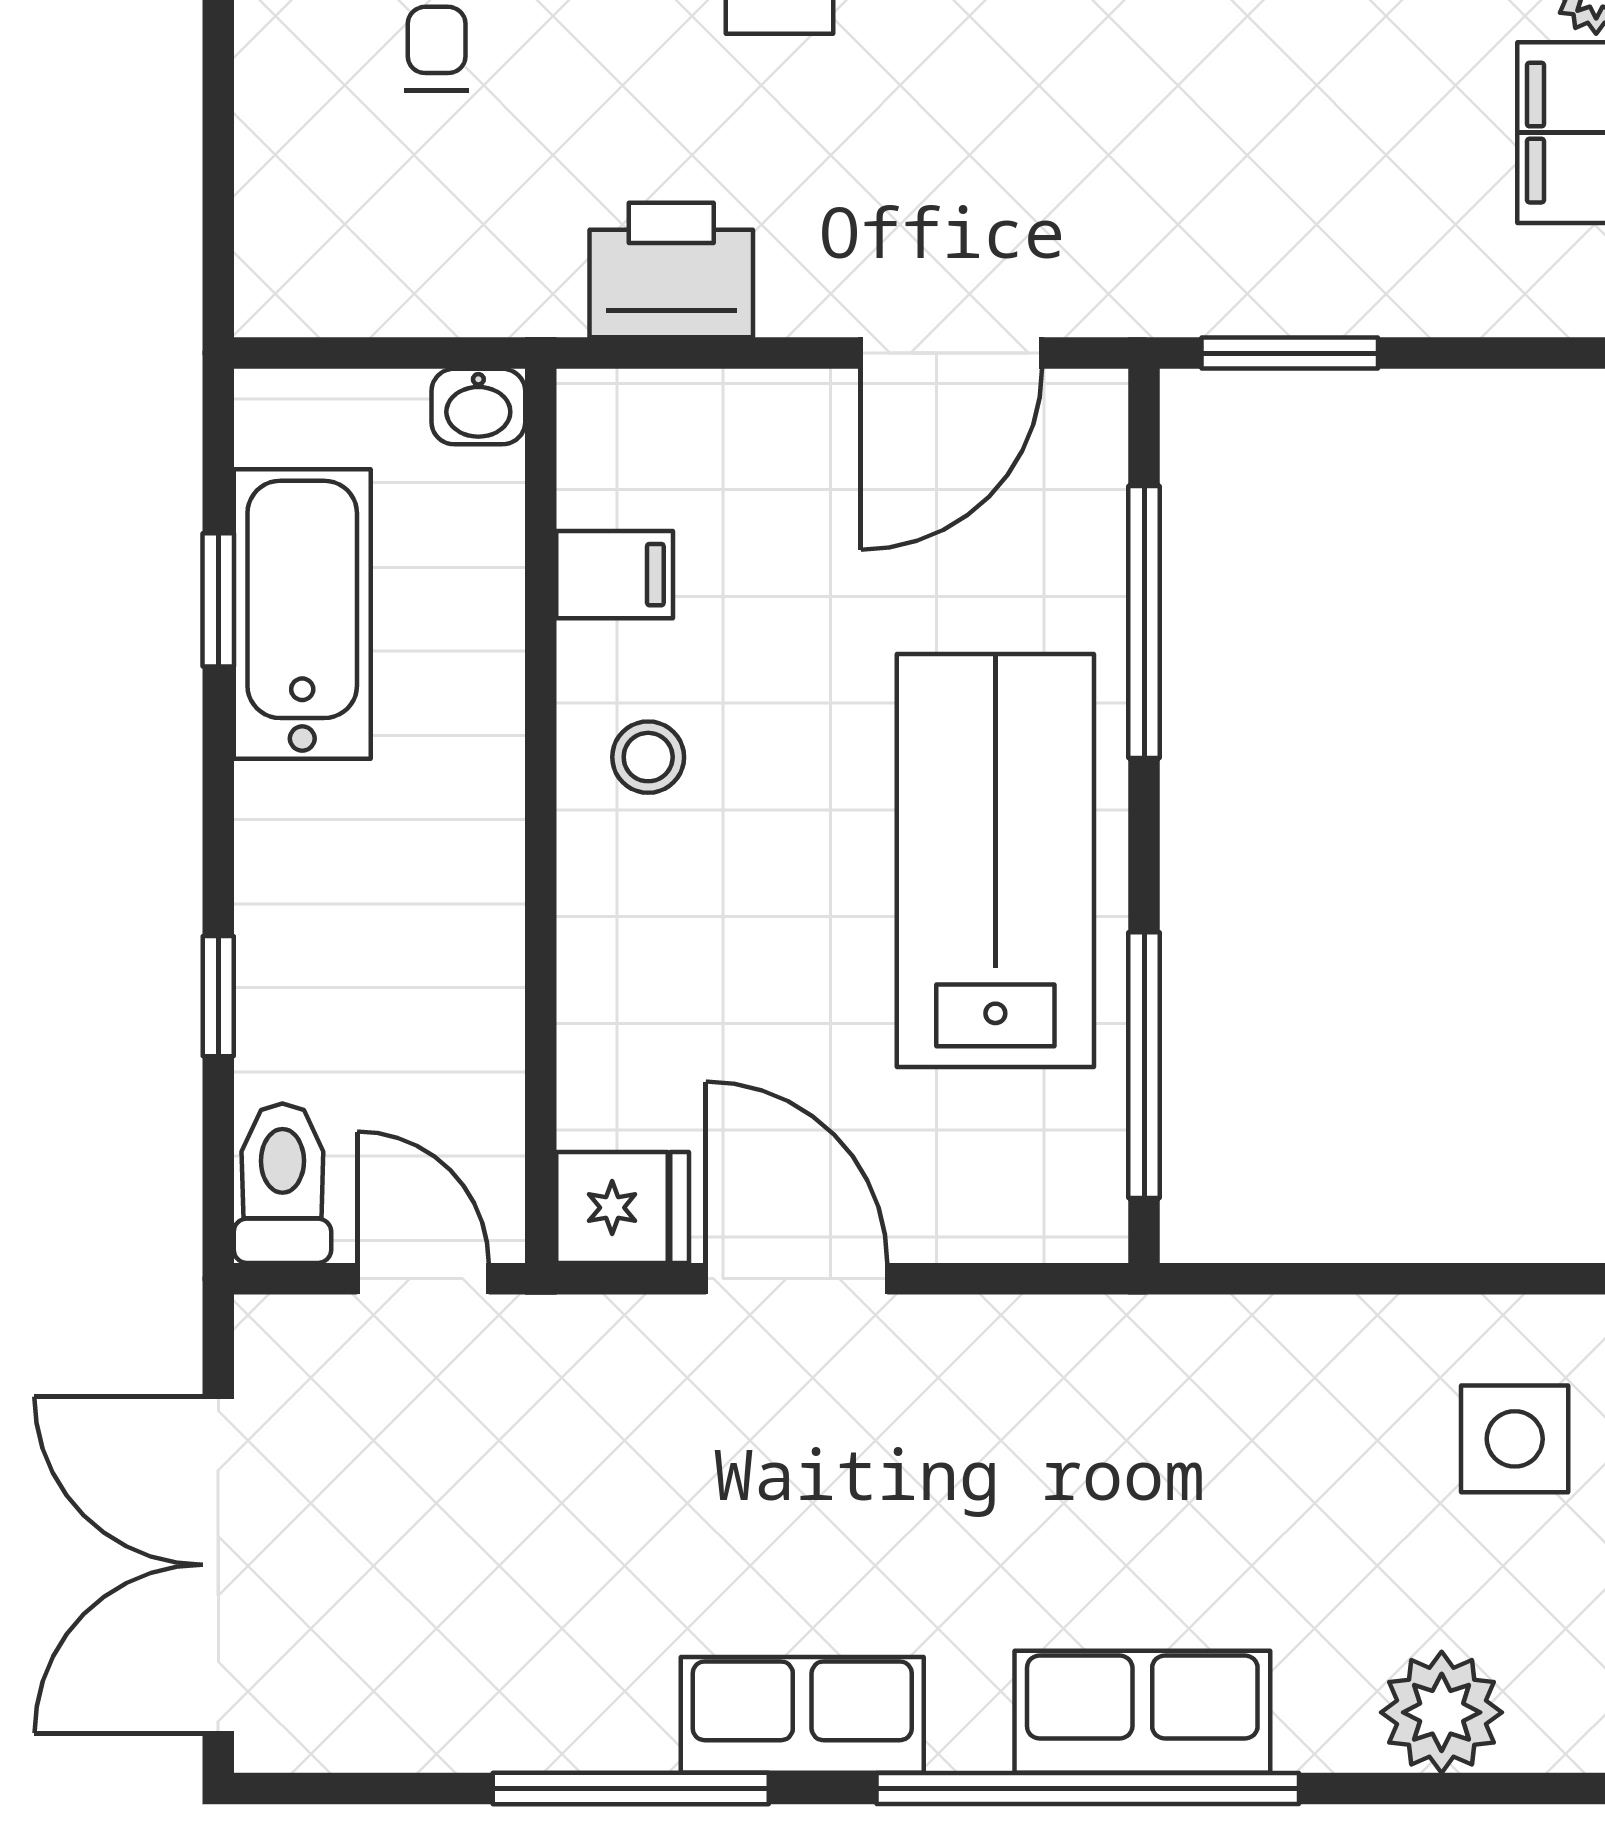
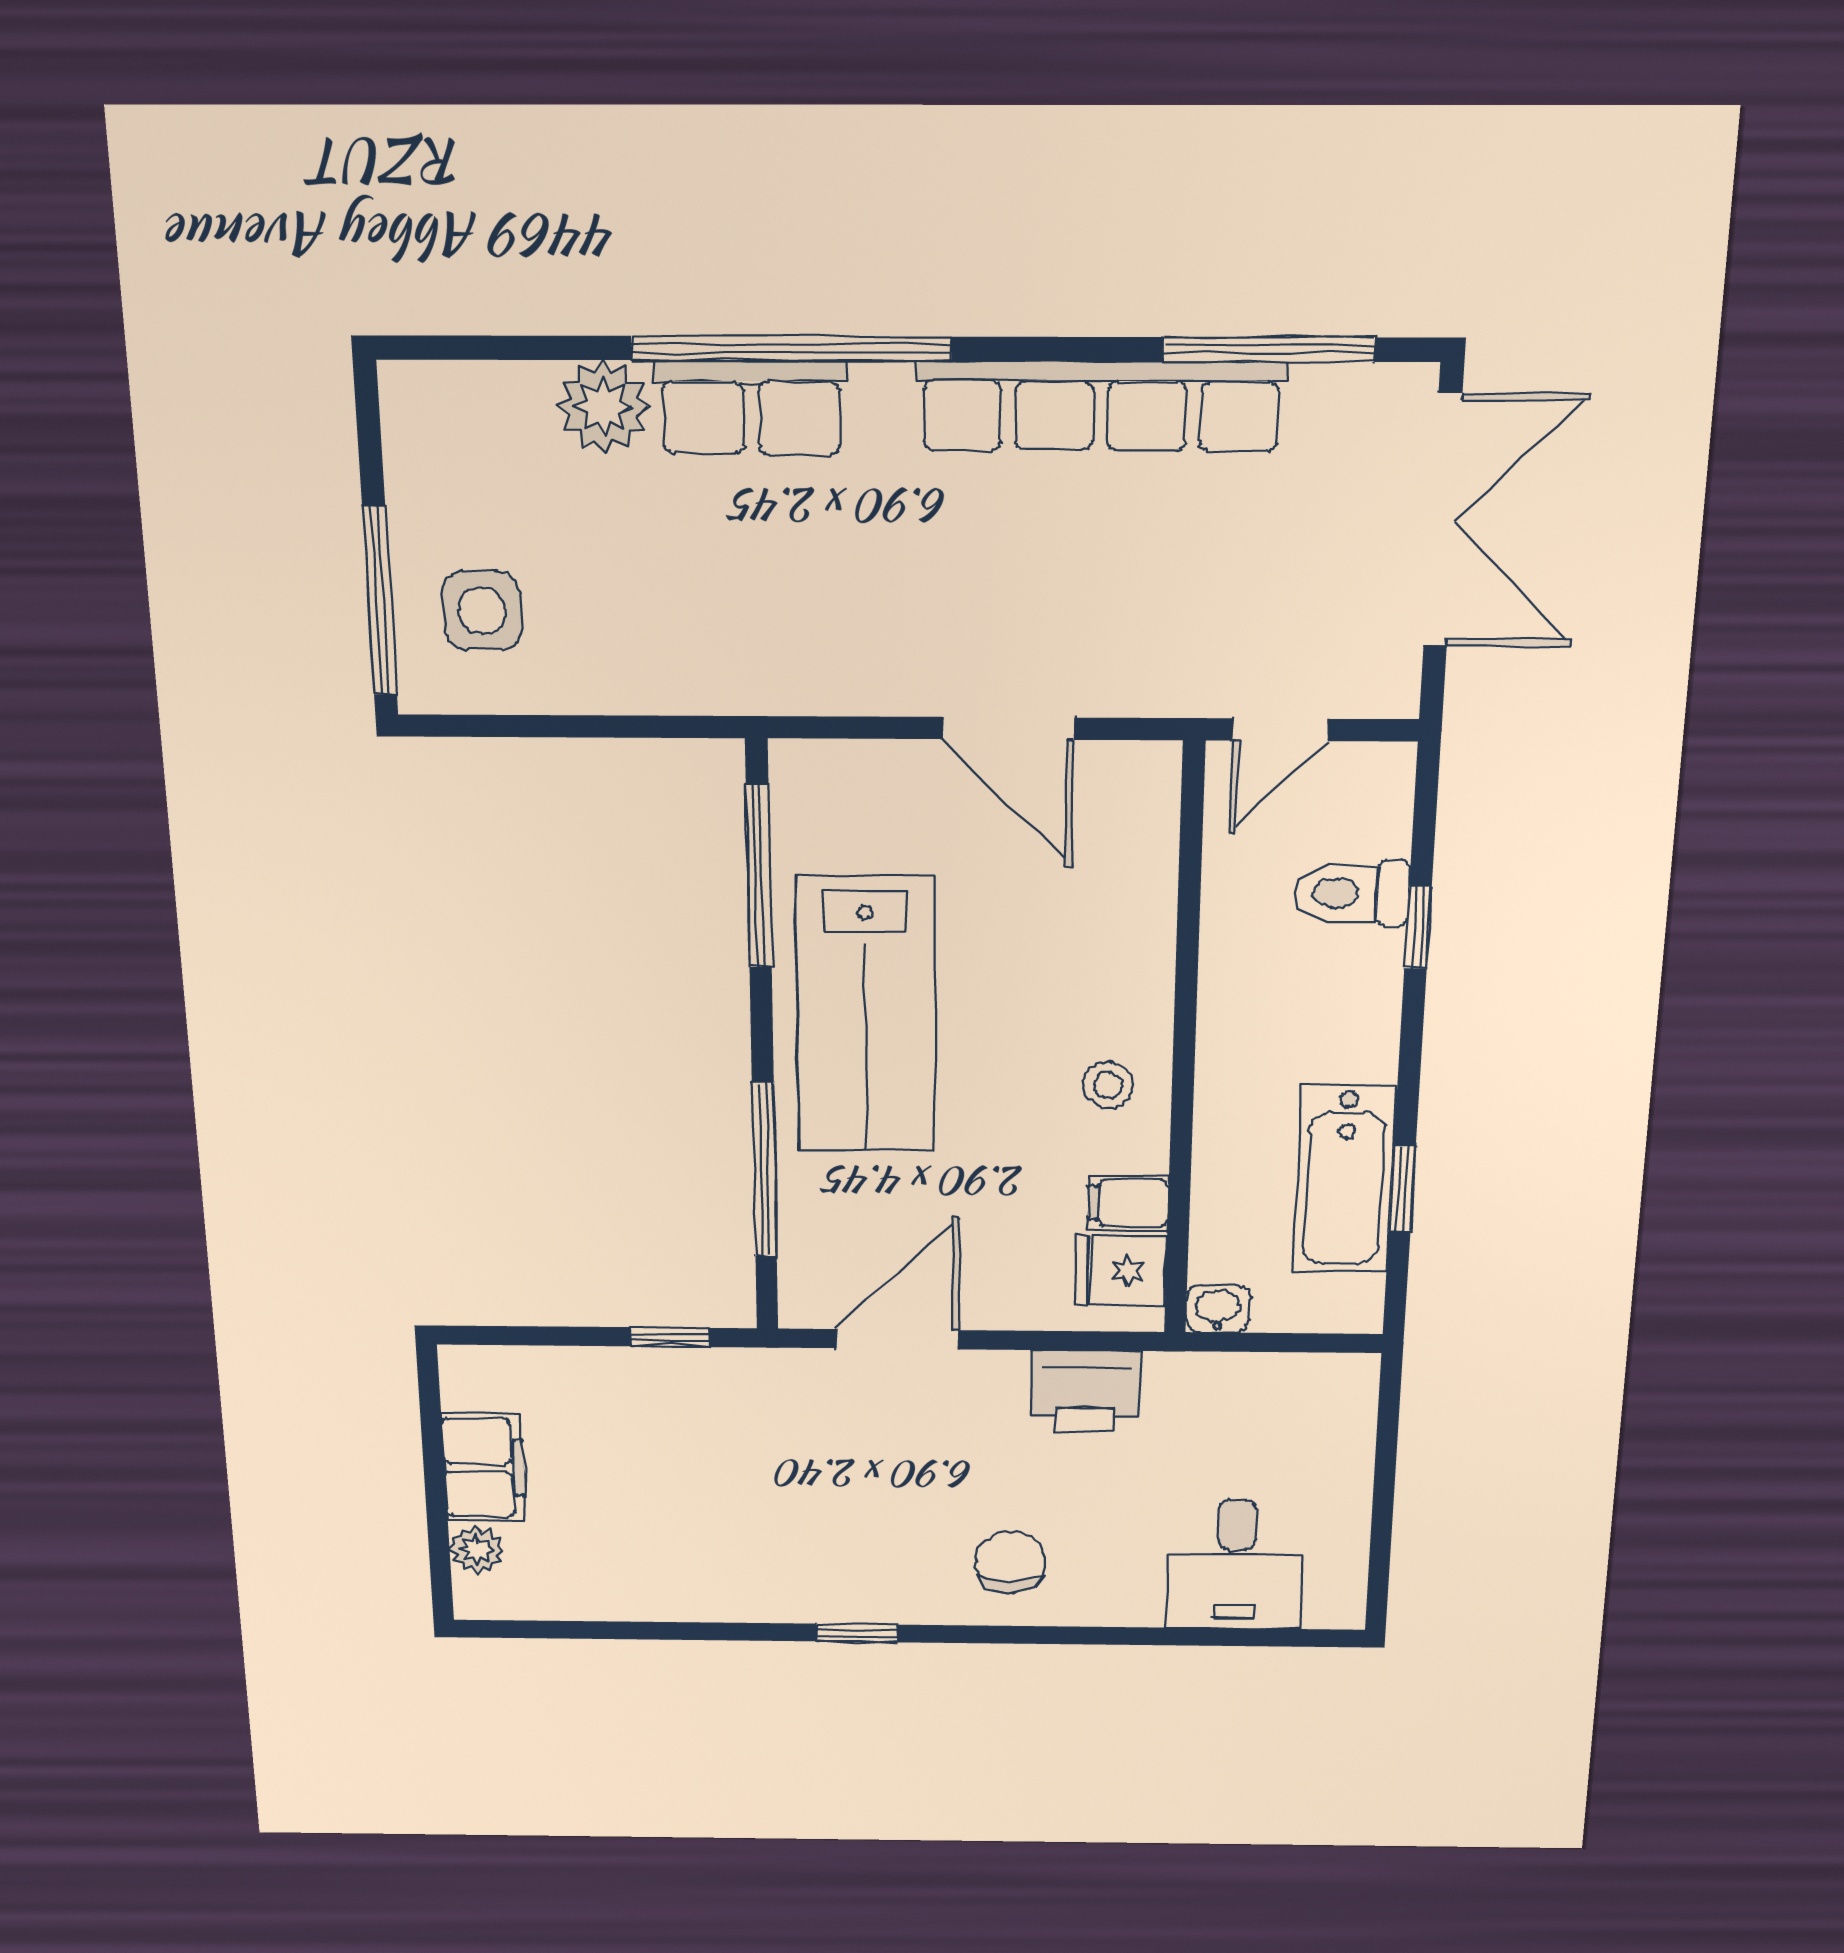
window: (1290, 353) -> (670, 1337), width x0.67
toilet: (282, 1183) -> (1352, 893), moved, turned 90
fridge: (623, 1208) -> (1121, 1271), moved
door: (423, 1279) -> (1280, 730), hinge flipped
plant: (1442, 1712) -> (603, 407), moved
row of seats: (802, 1715) -> (1101, 406), width x2.02
window: (631, 1788) -> (1269, 349), moved

